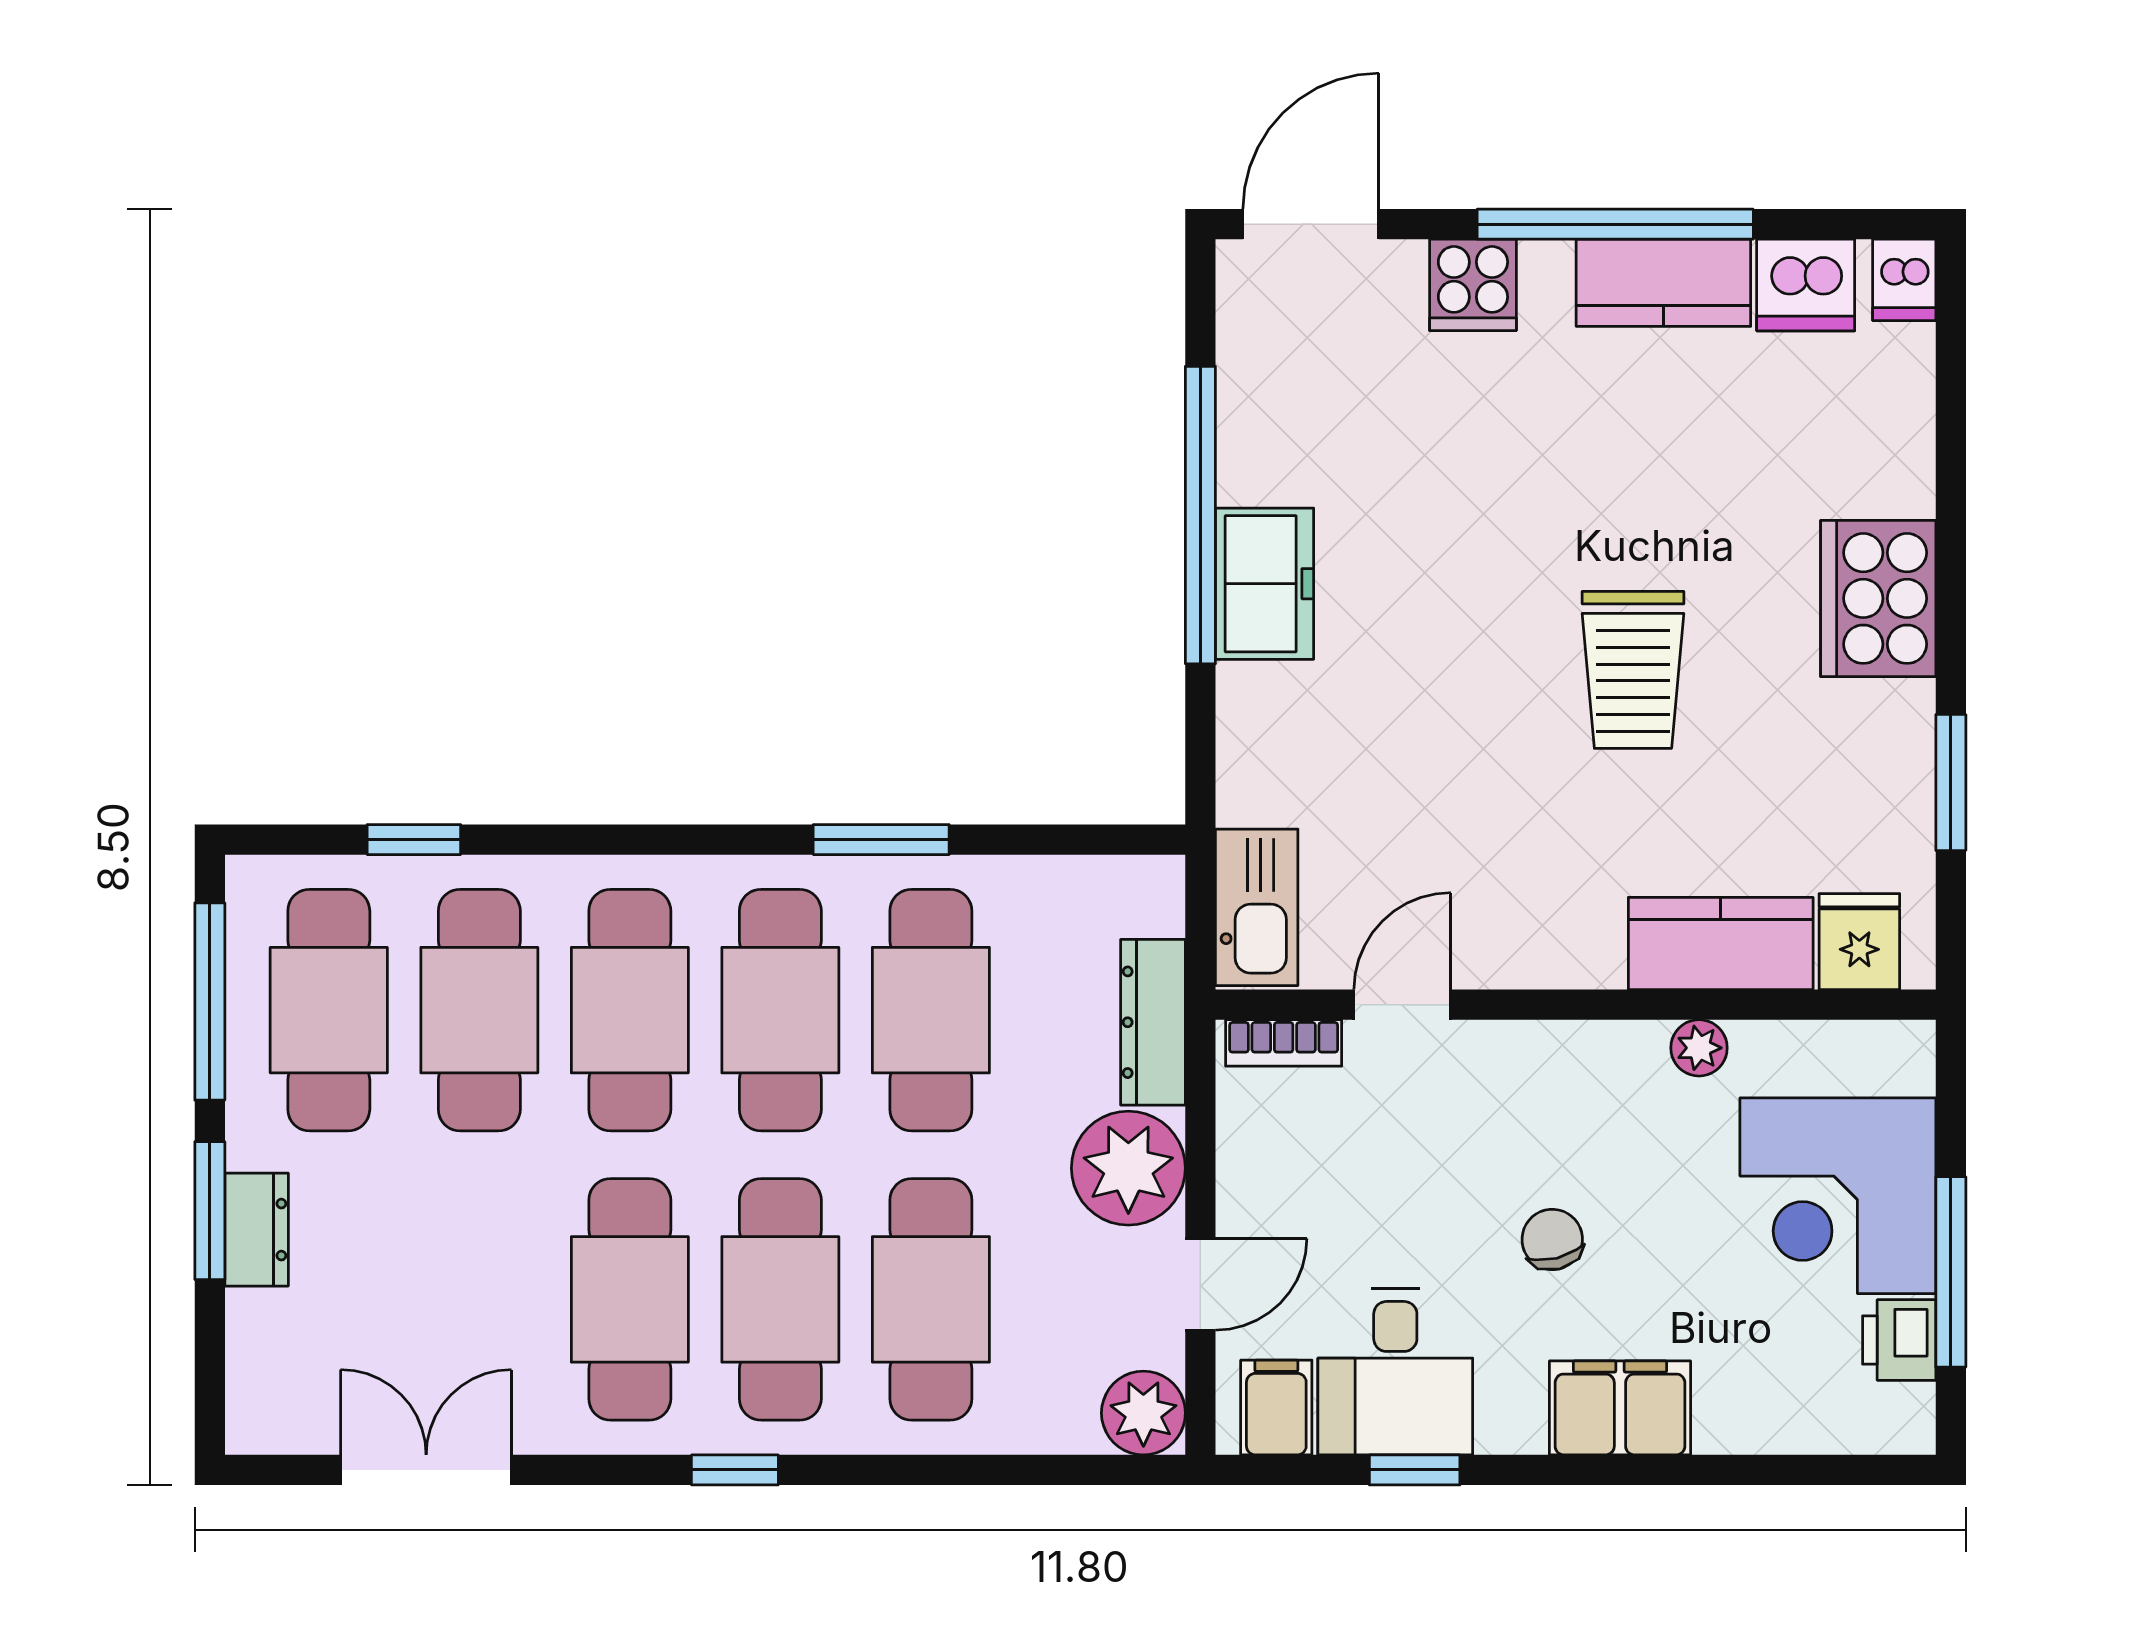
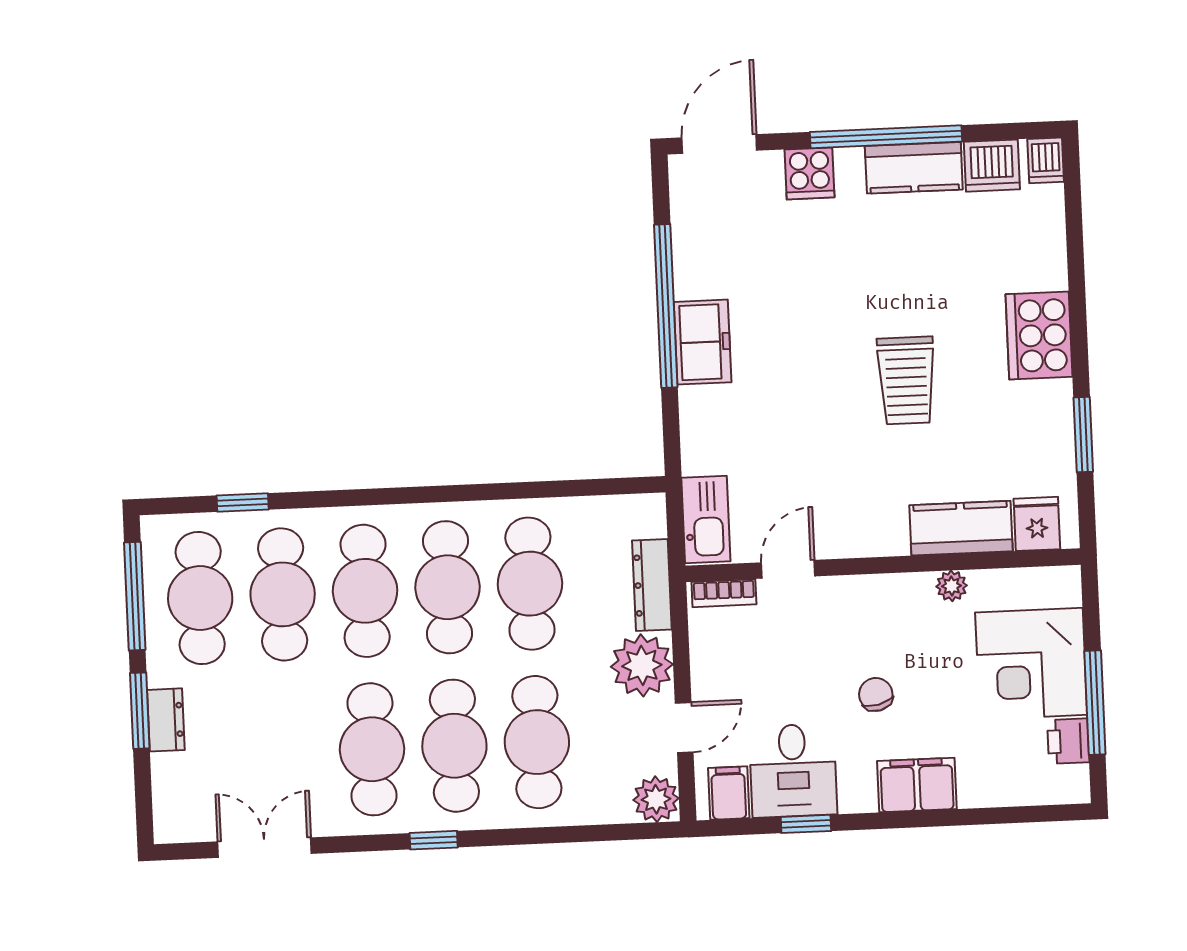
window: (881, 840) -> (499, 491), removed

